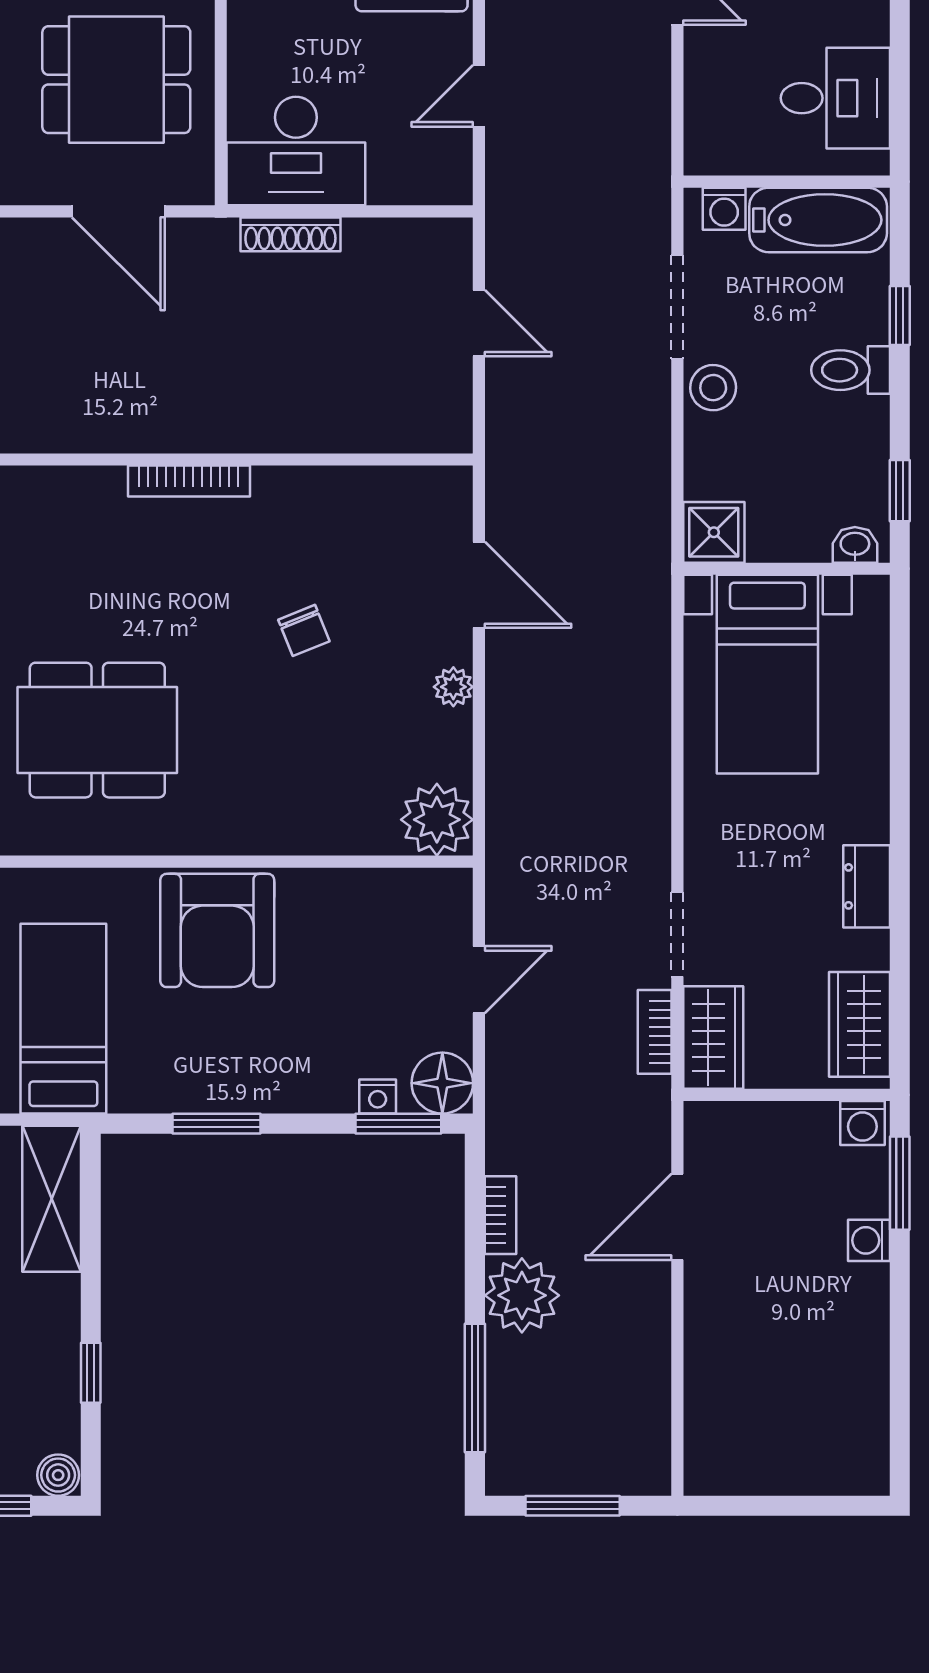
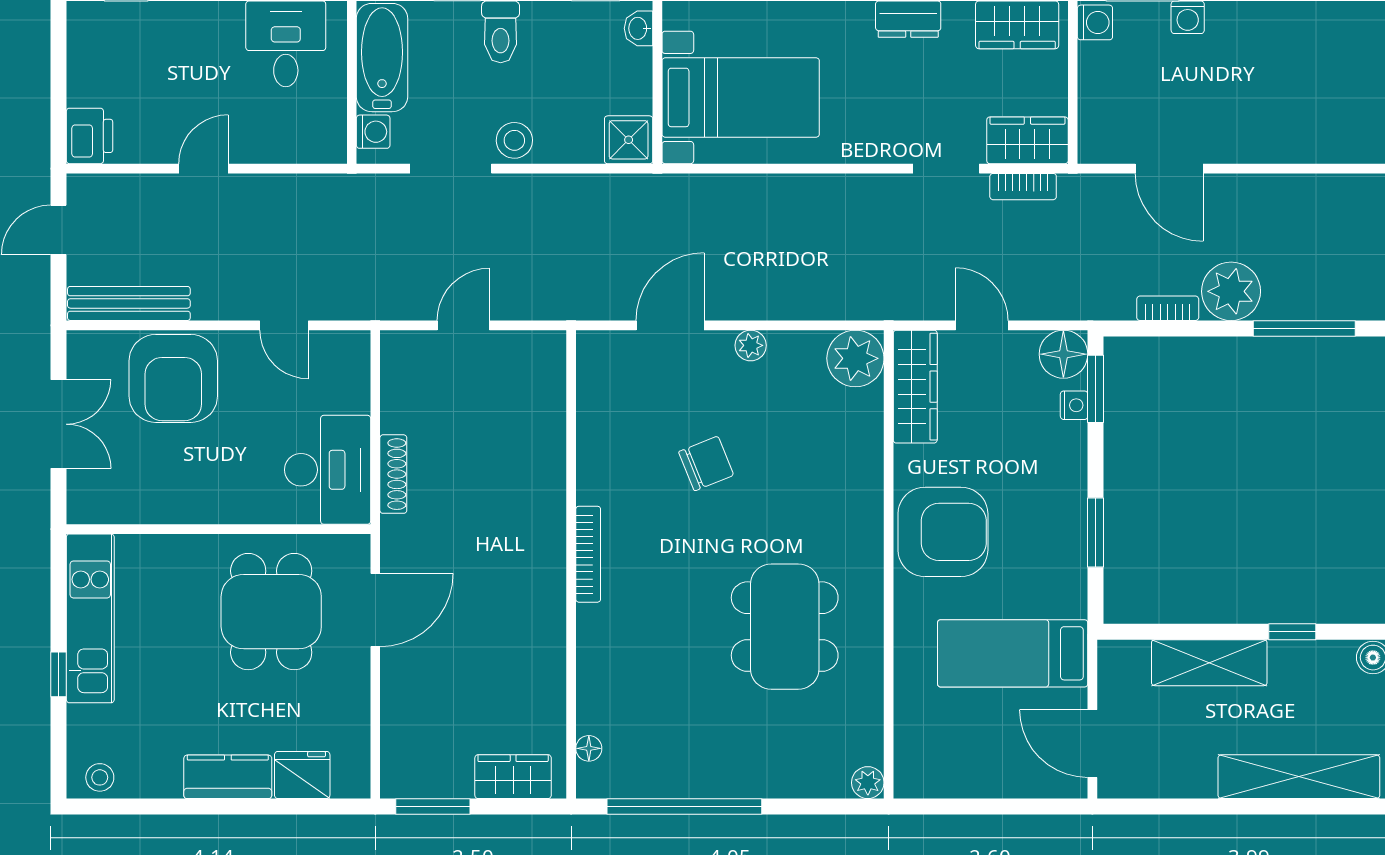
chair: (304, 630) -> (706, 463), width x1.37, depth x1.37
wardrobe: (401, 895) -> (915, 387), added
shelving: (52, 1199) -> (1209, 663), moved

